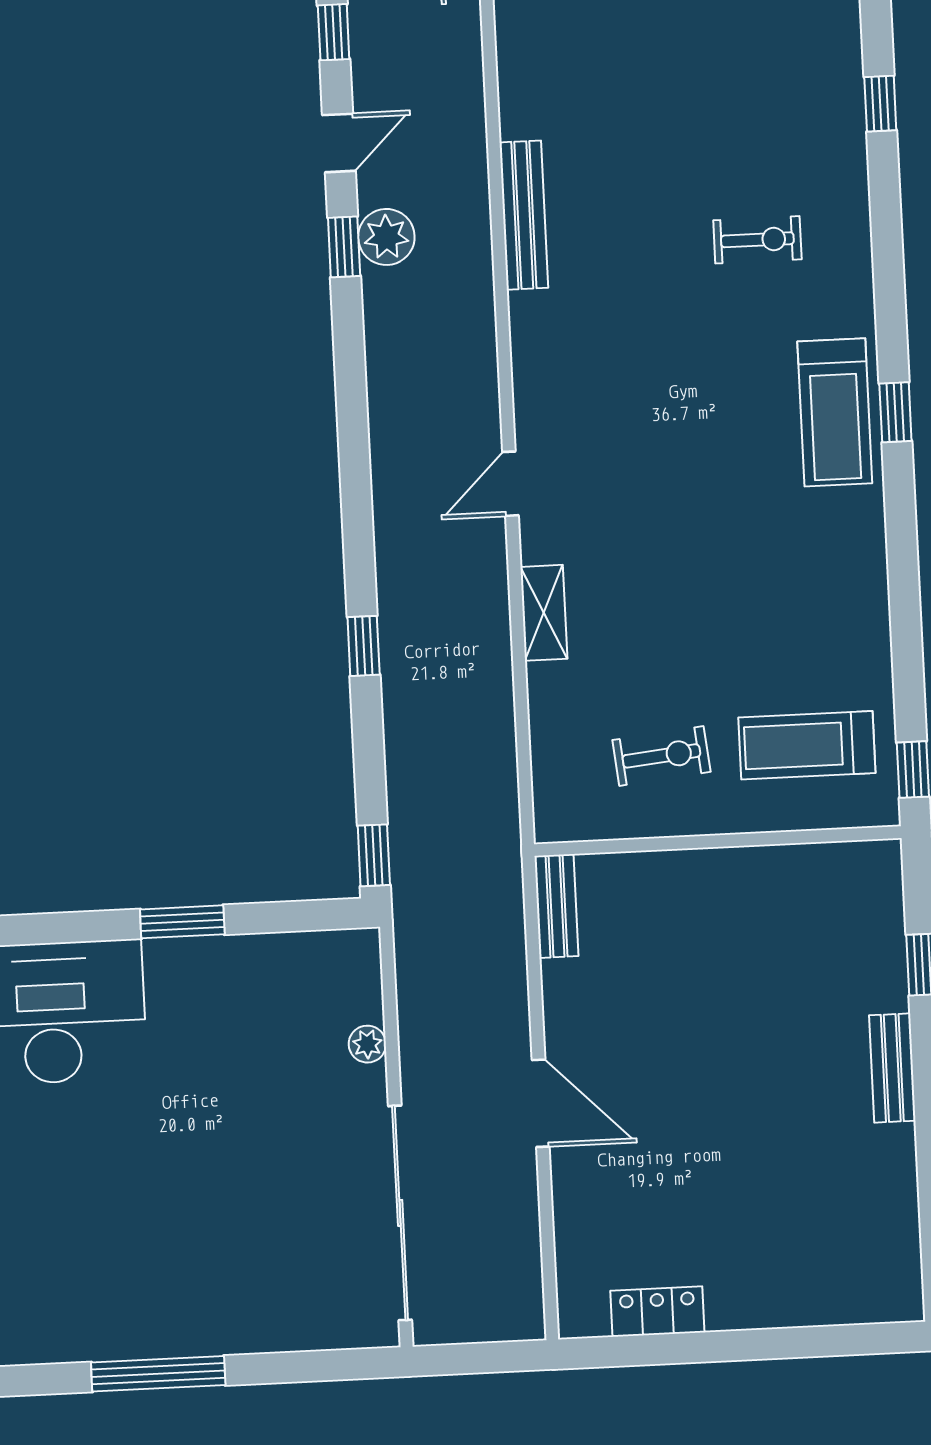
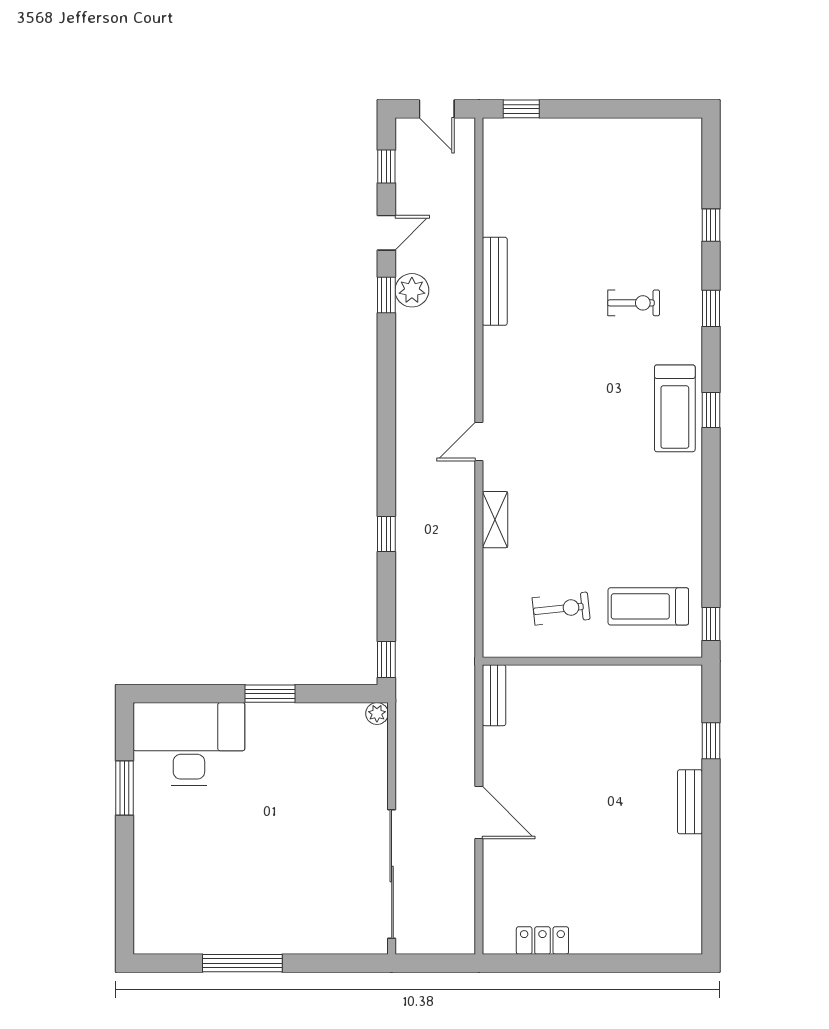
window: (887, 243) -> (711, 308), added
plant: (367, 1044) -> (377, 714), moved

